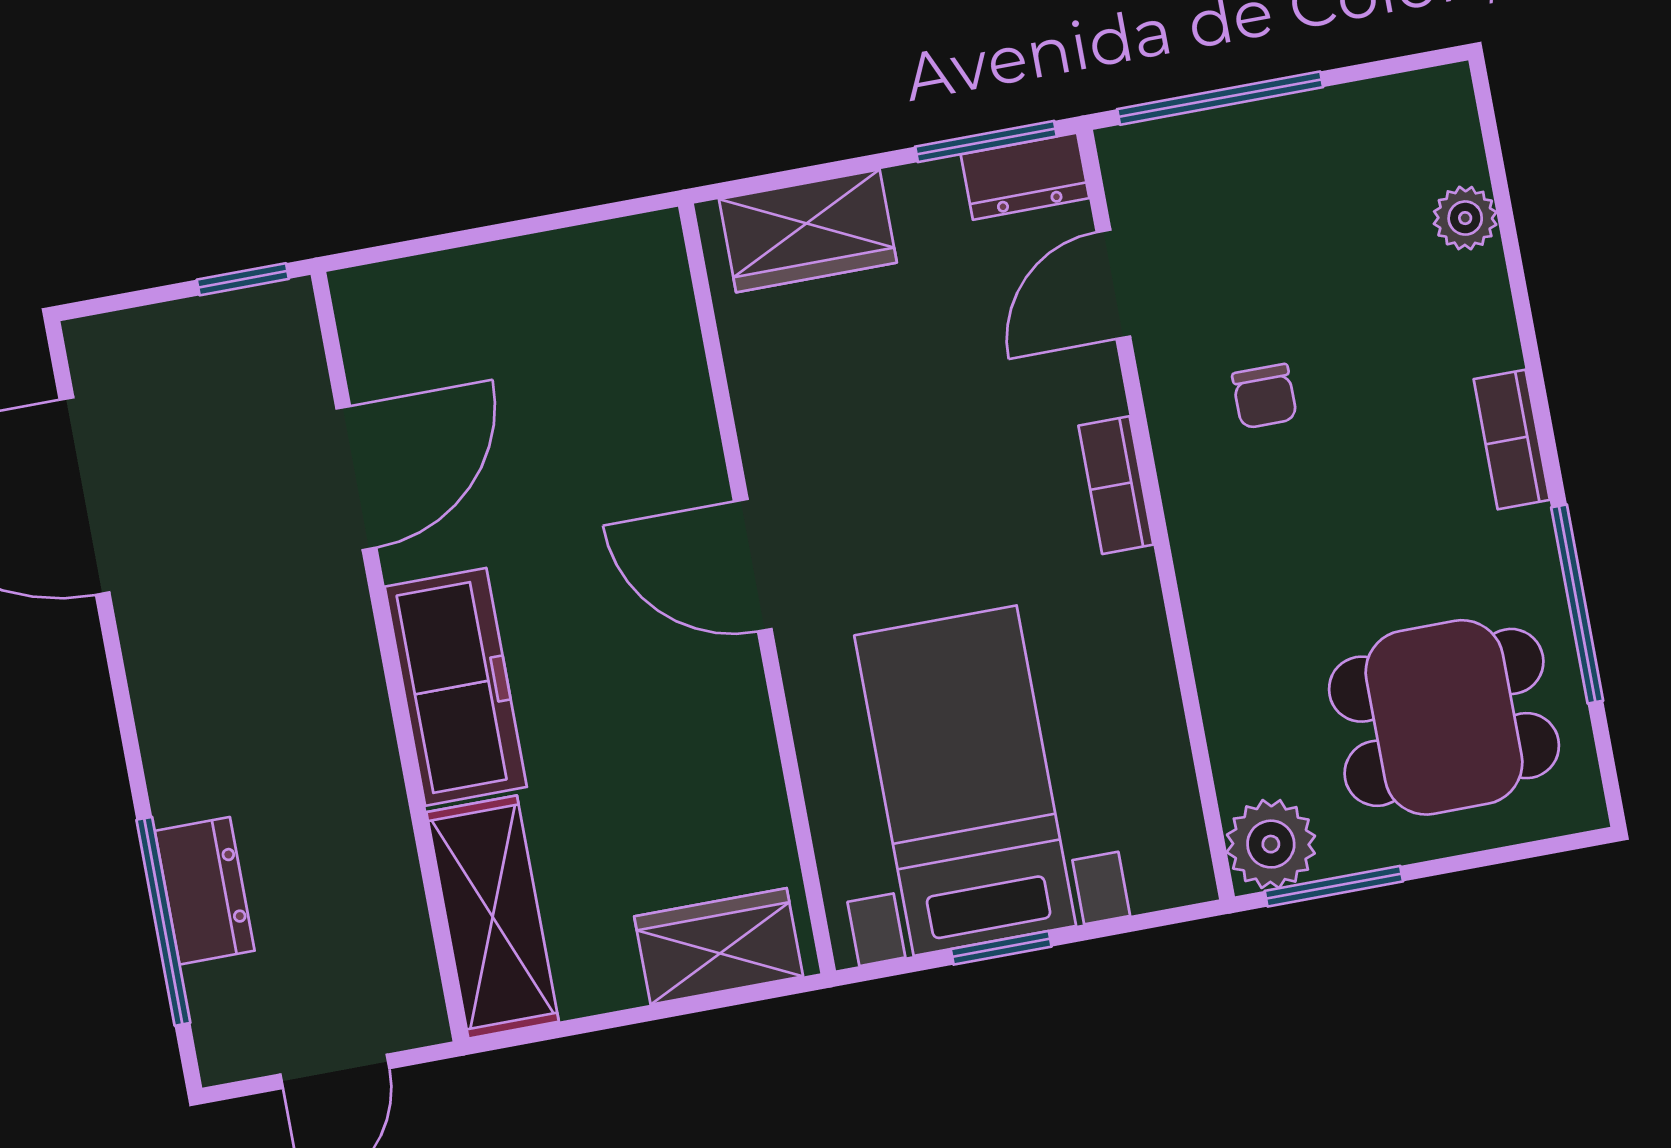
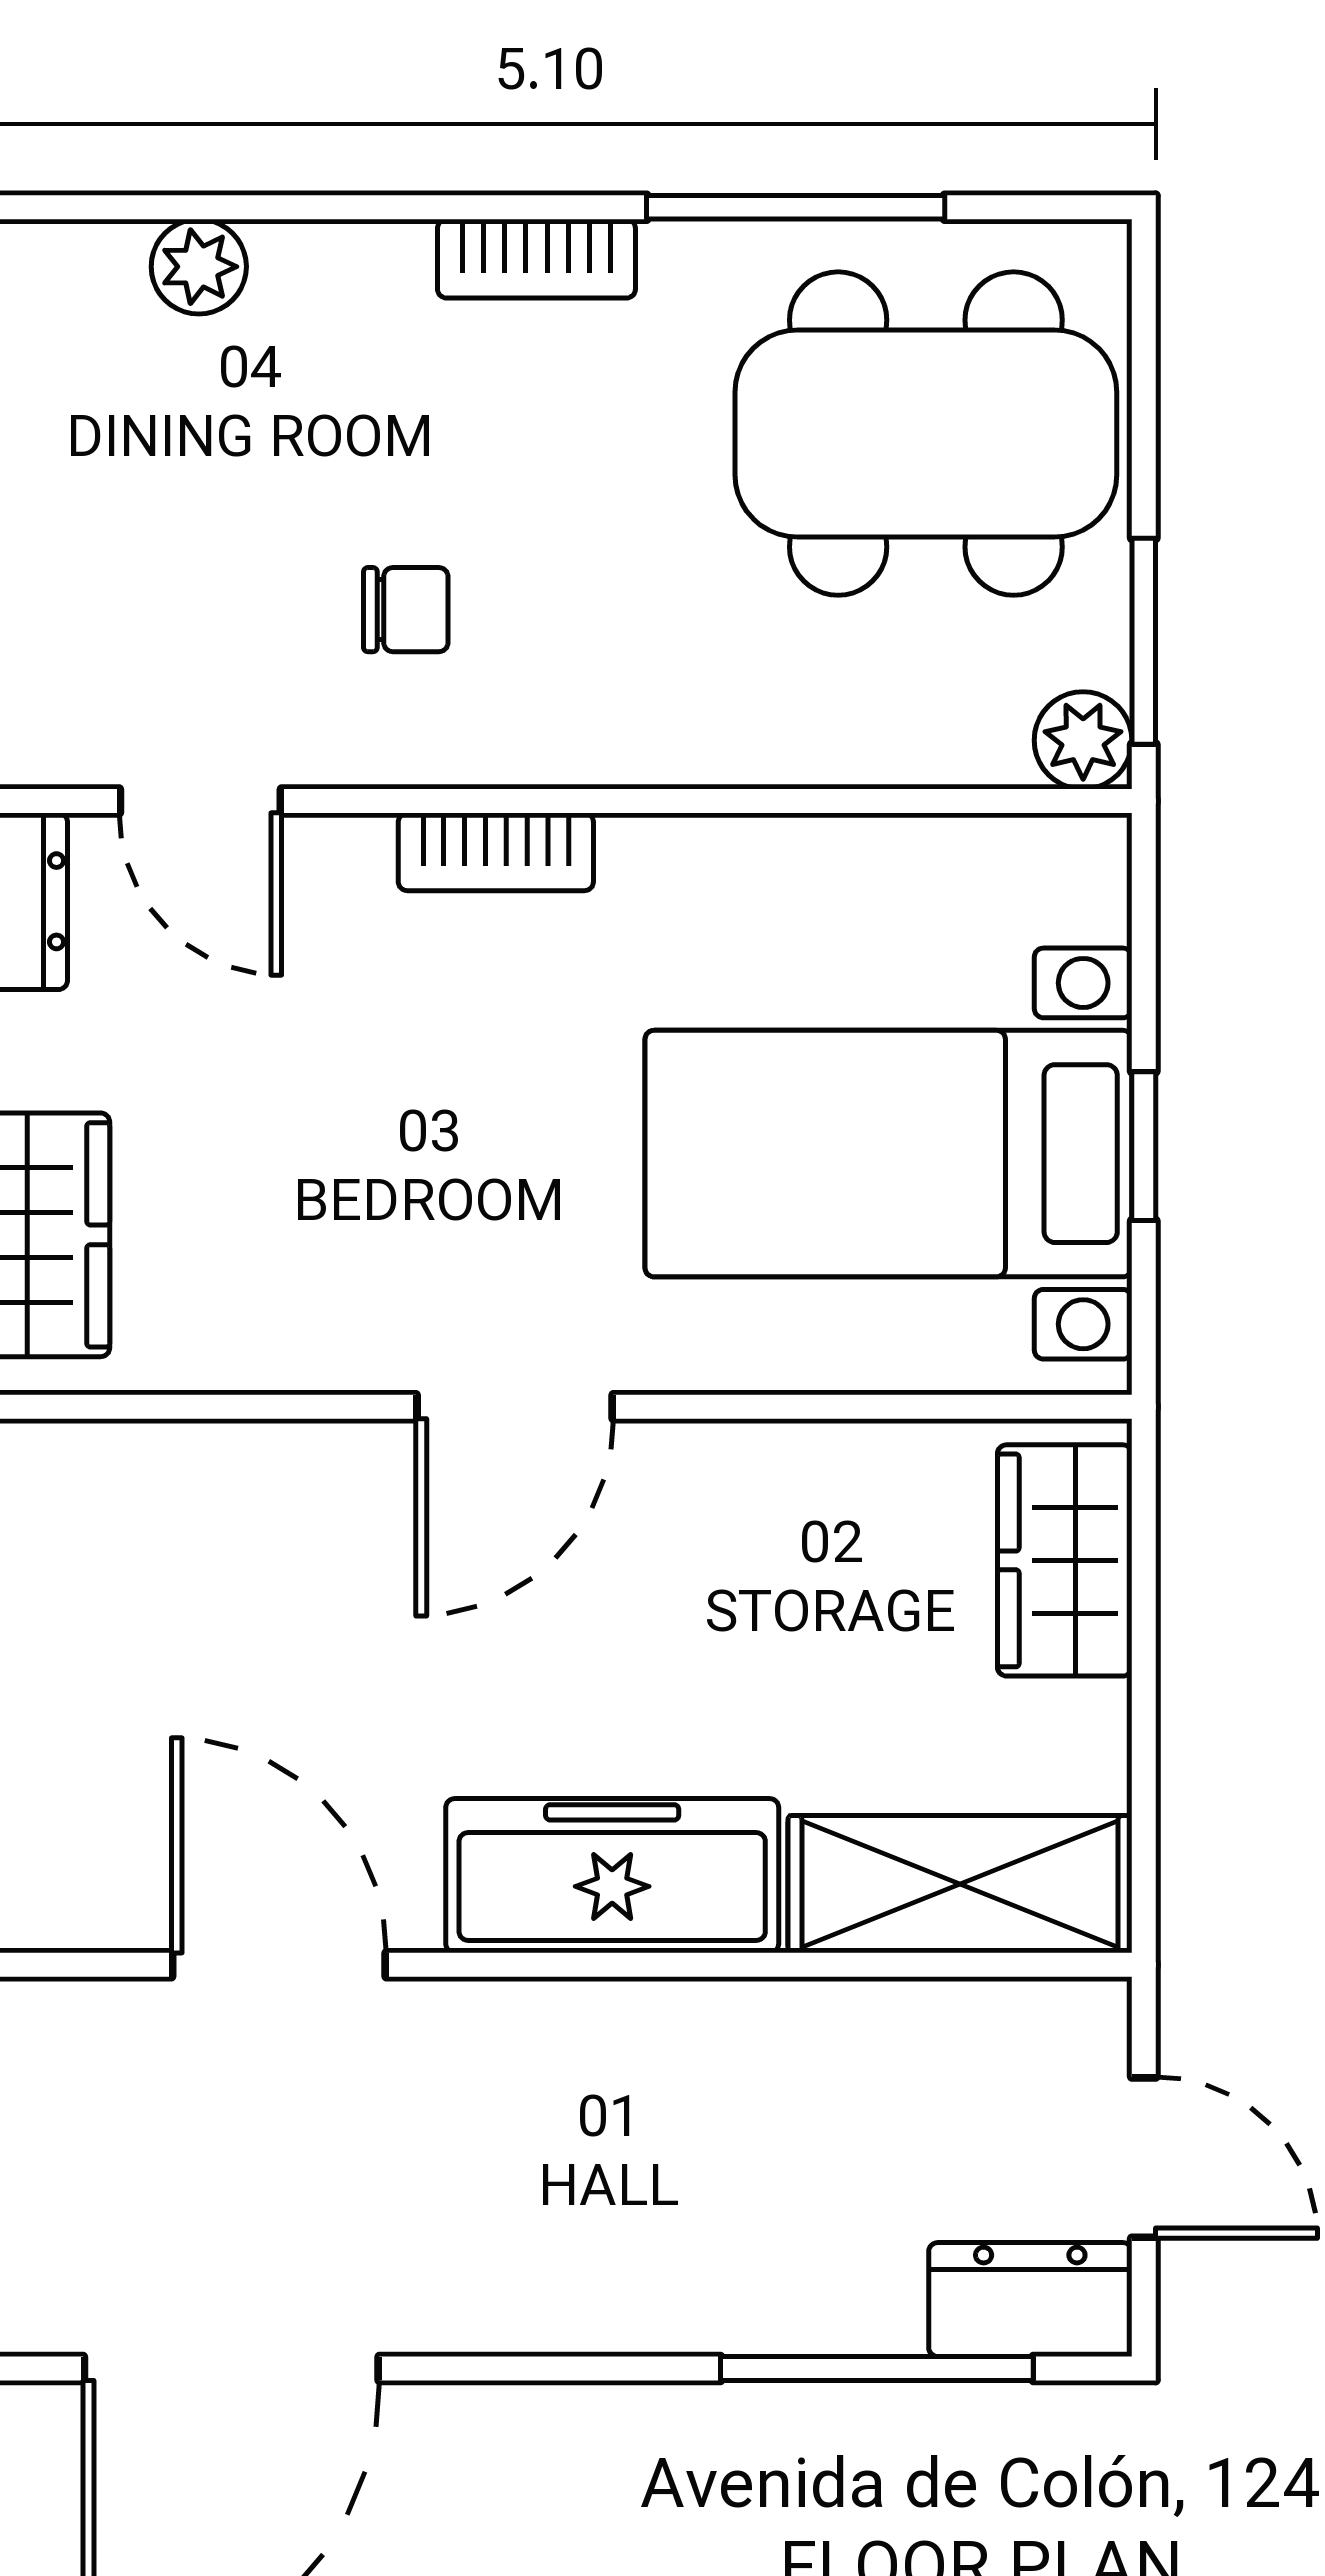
dining table: (1444, 717) -> (926, 434), width x1.38
plant: (1271, 844) -> (1083, 740), width x0.73, depth x0.73
dresser: (205, 891) -> (1030, 2300), moved

